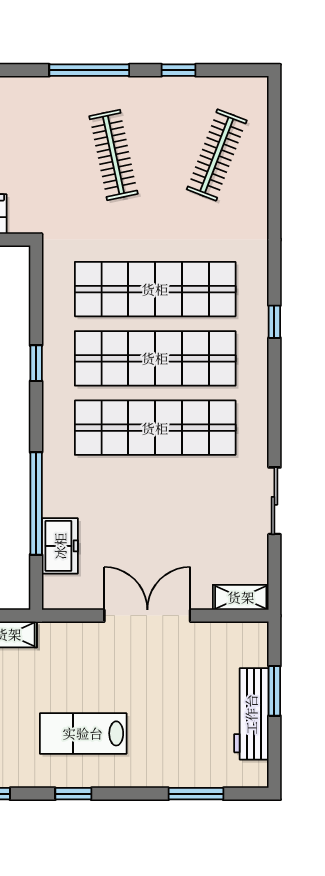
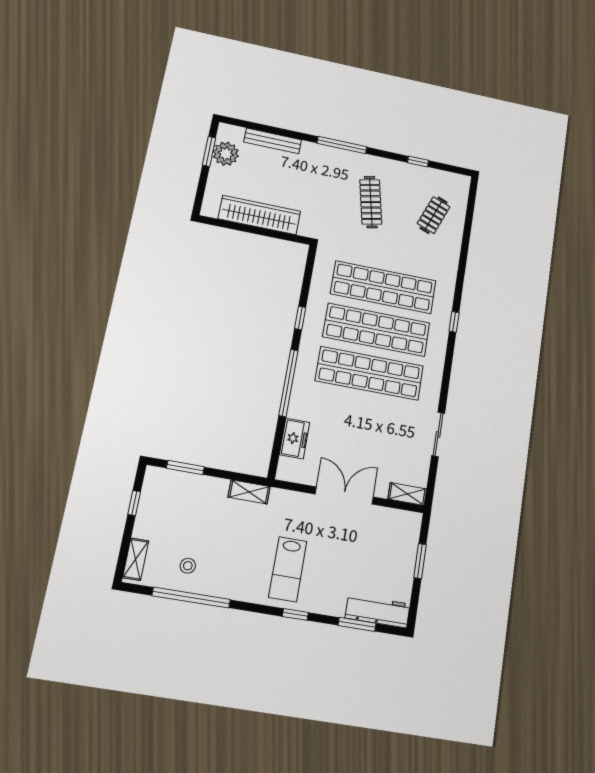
window: (89, 70) -> (342, 145), moved
clothes rail: (217, 155) -> (434, 215), width x0.73
window: (36, 503) -> (288, 383), moved
workbench: (251, 714) -> (378, 611), moved, turned 90
lab bench: (83, 733) -> (288, 569), turned -90
window: (73, 794) -> (295, 614), moved

